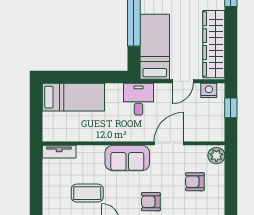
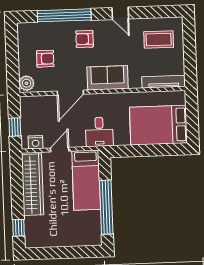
bed: (73, 97) -> (159, 125), width x1.50
tv unit: (59, 152) -> (164, 82), width x1.41
coffee table: (87, 193) -> (159, 39), moved
armchair: (151, 202) -> (85, 39), turned 180

